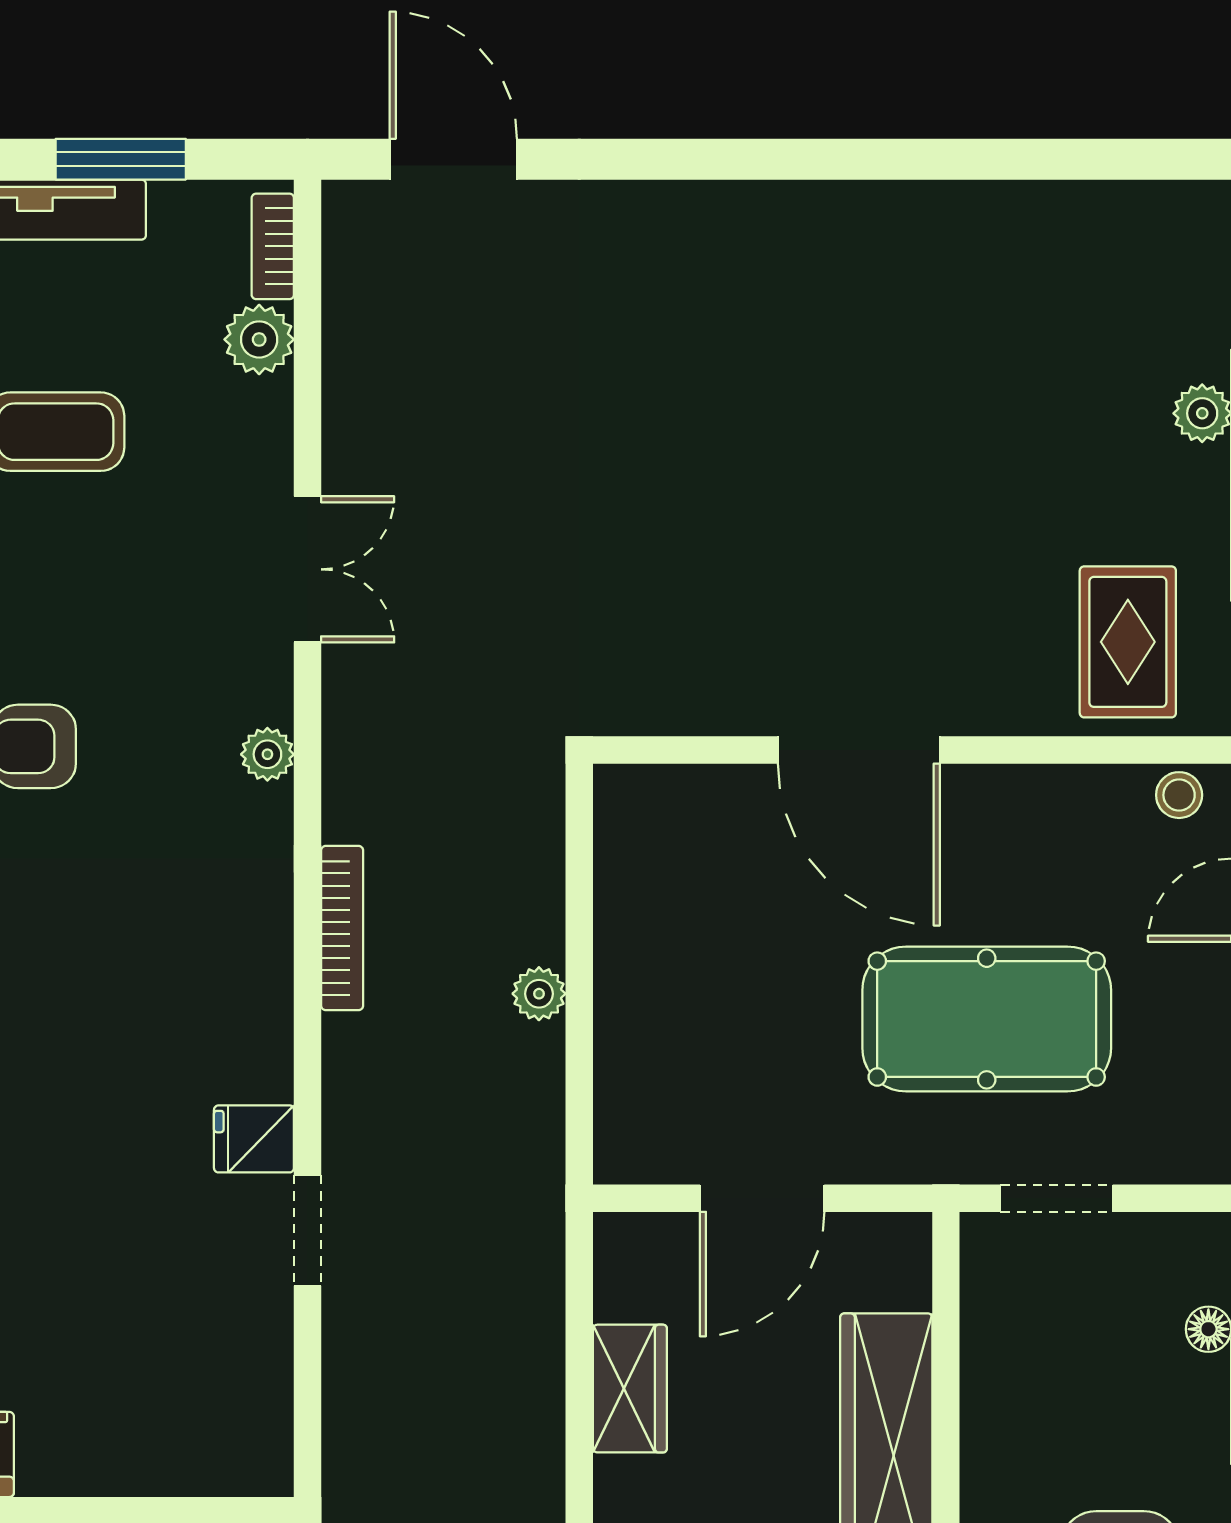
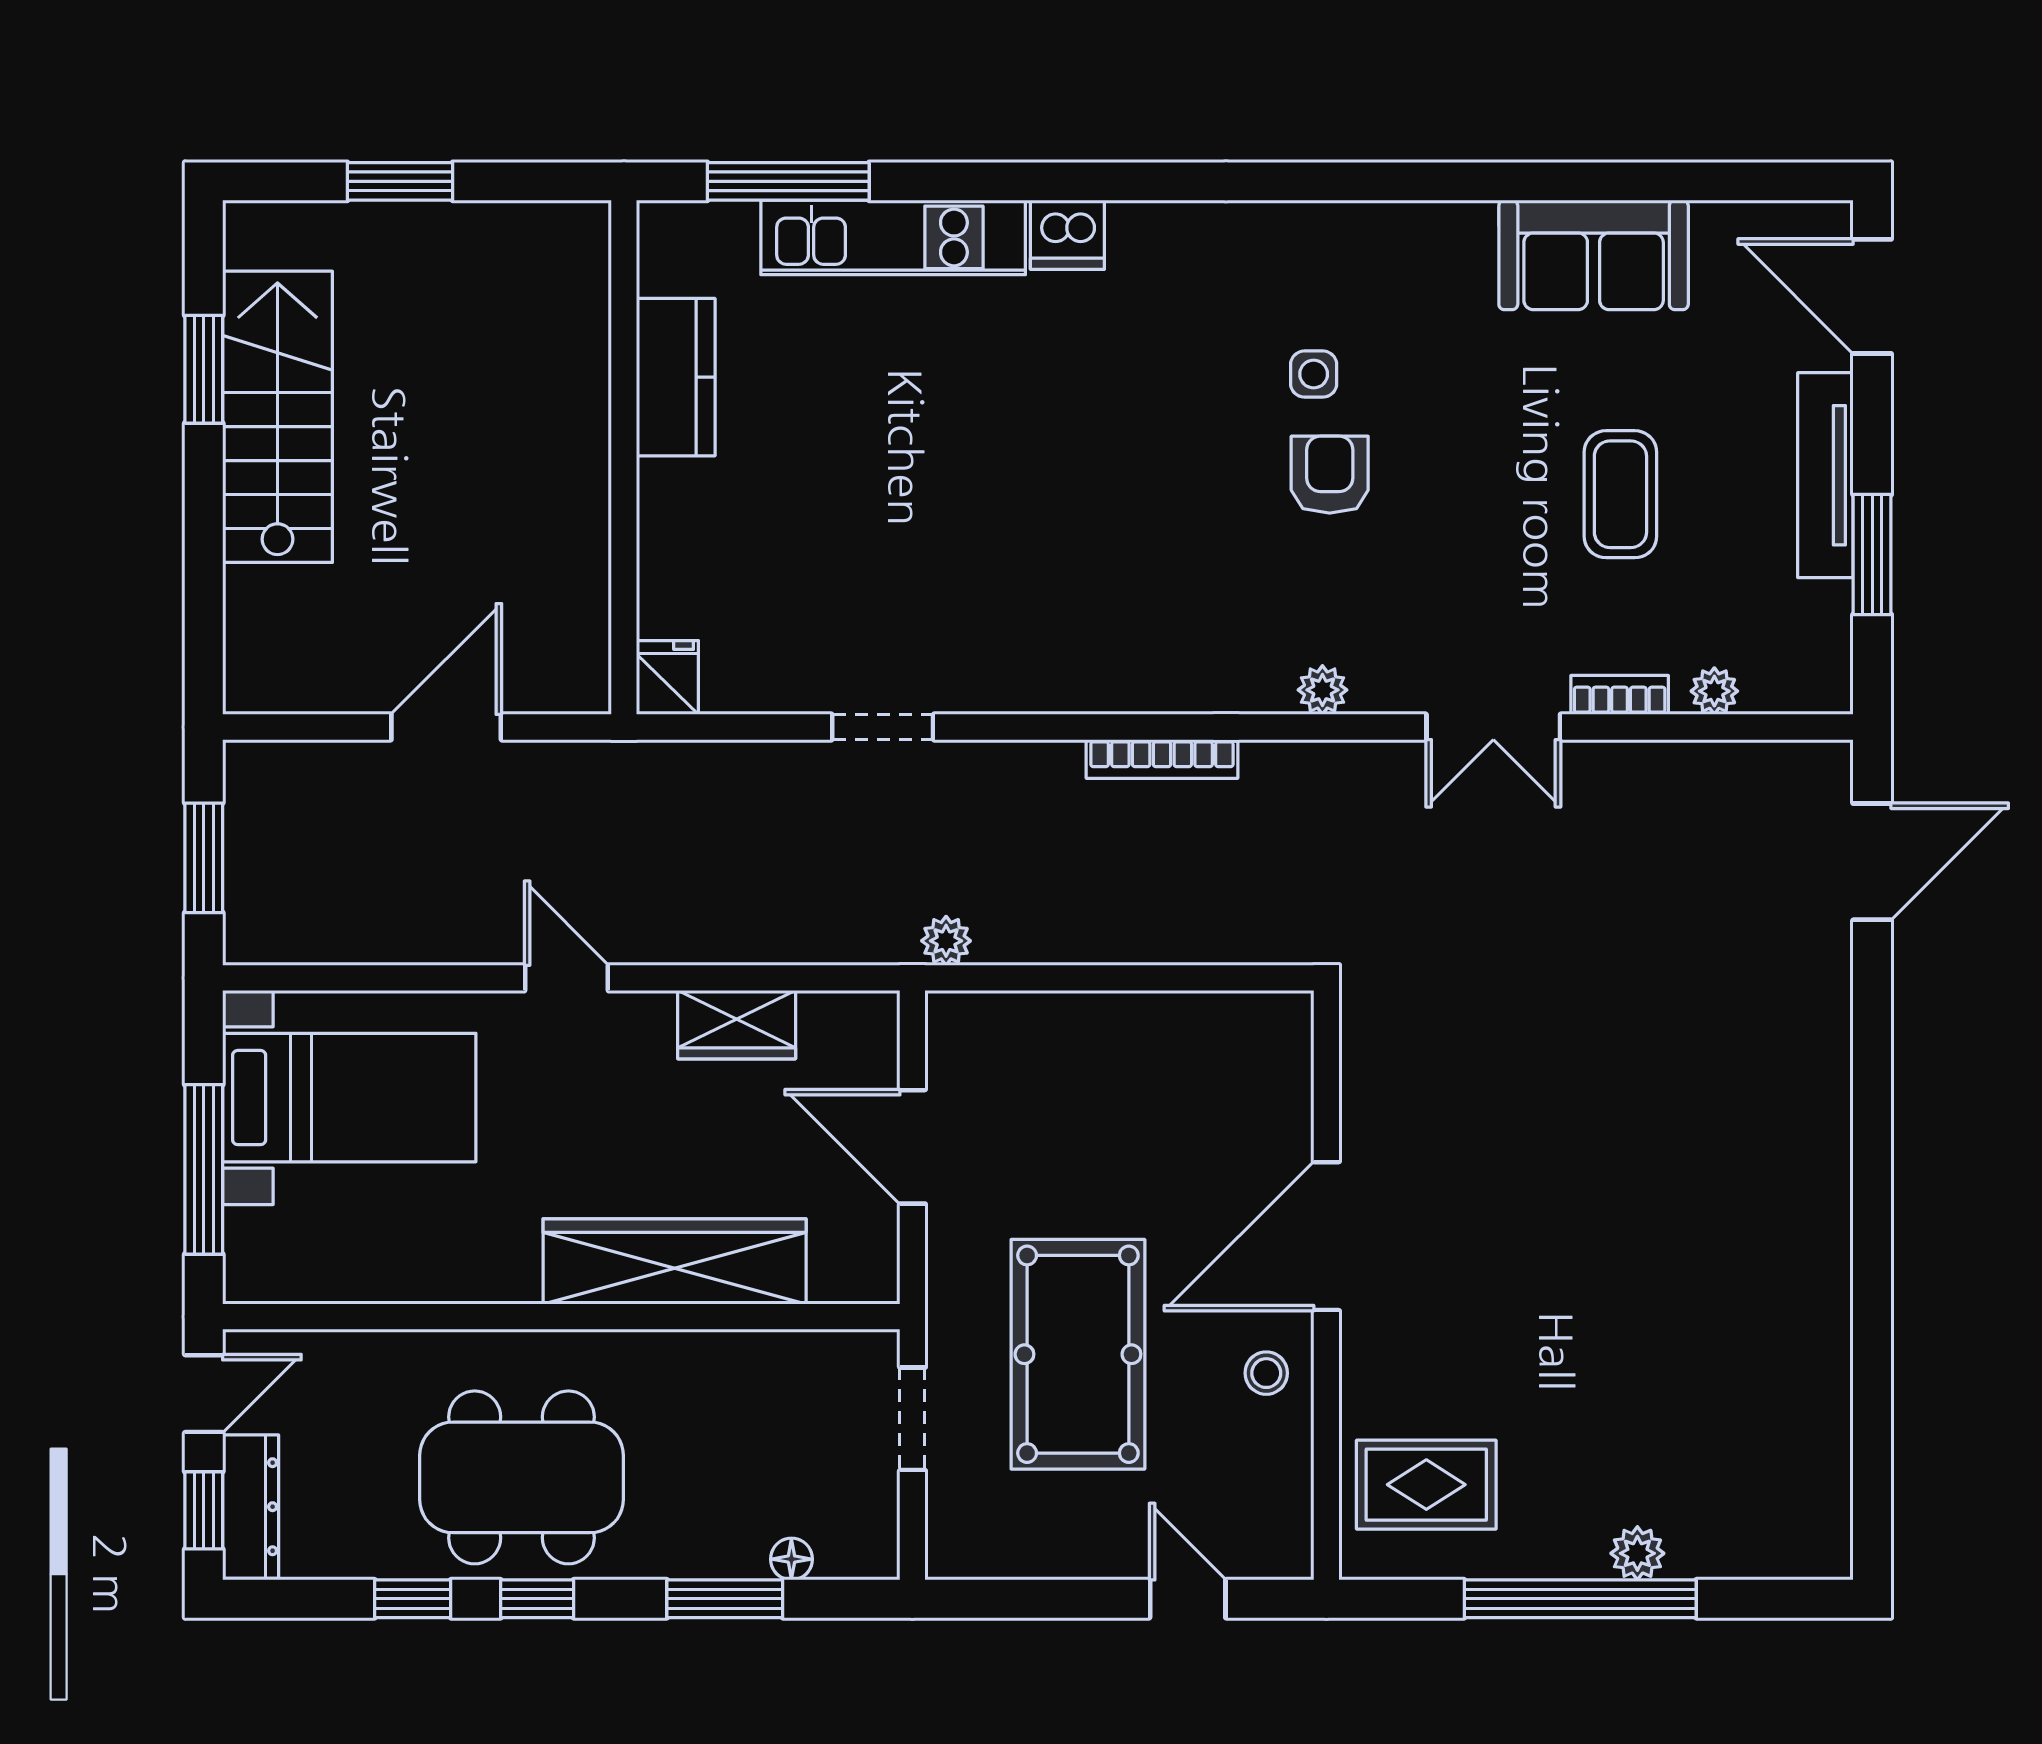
bookcase: (273, 246) -> (1620, 695), moved
plant: (259, 339) -> (1714, 691), width x0.73, depth x0.73
stool: (1179, 795) -> (1266, 1373), moved
plant: (539, 994) -> (946, 941), moved
fridge: (254, 1139) -> (667, 678), moved

